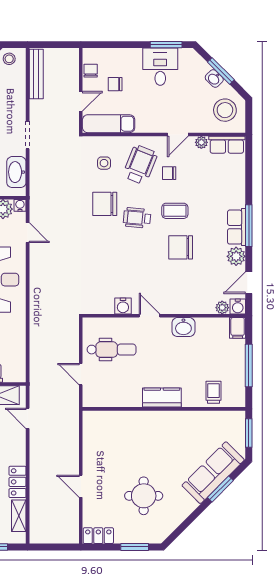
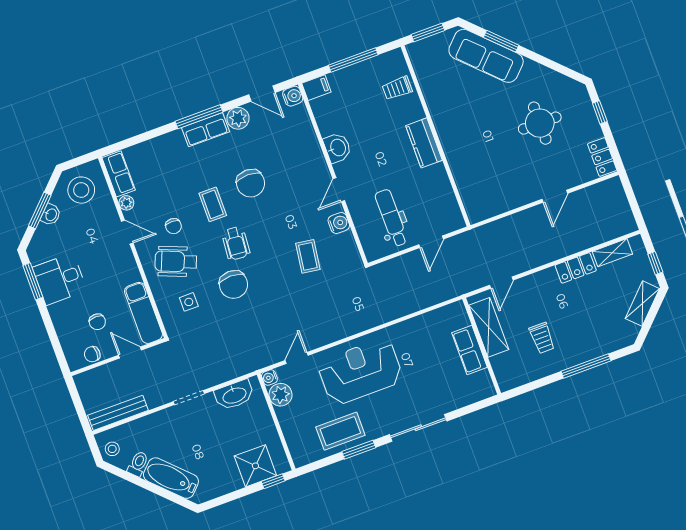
coffee table: (105, 272) -> (308, 256), added
plant: (222, 308) -> (300, 113), removed
window: (135, 547) -> (600, 112), width x0.67

